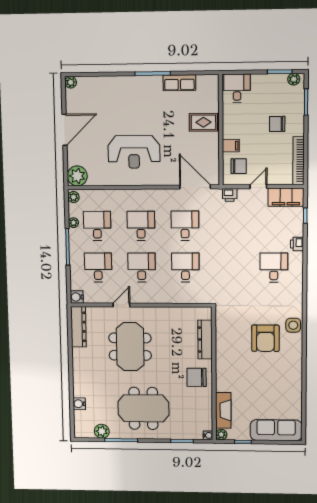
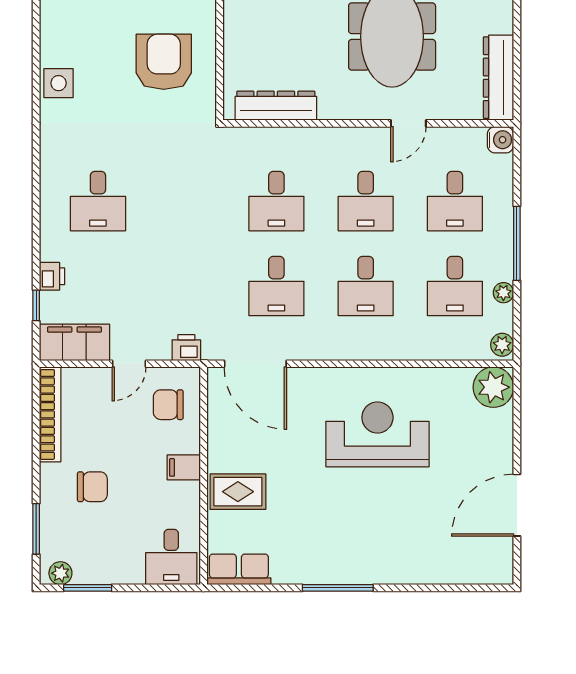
plant: (71, 82) -> (502, 573), removed
row of seats: (179, 83) -> (239, 569), moved
door: (65, 130) -> (517, 505), moved
filing cabinet: (231, 146) -> (184, 467), moved
printer: (297, 244) -> (52, 276), moved
armchair: (265, 338) -> (164, 62), moved
dresser: (205, 340) -> (276, 106), moved, turned -90

